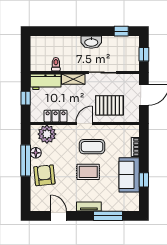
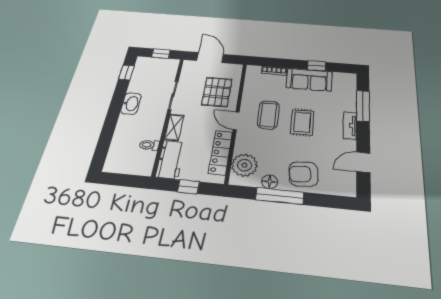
locker: (56, 116) -> (221, 152), width x1.53

